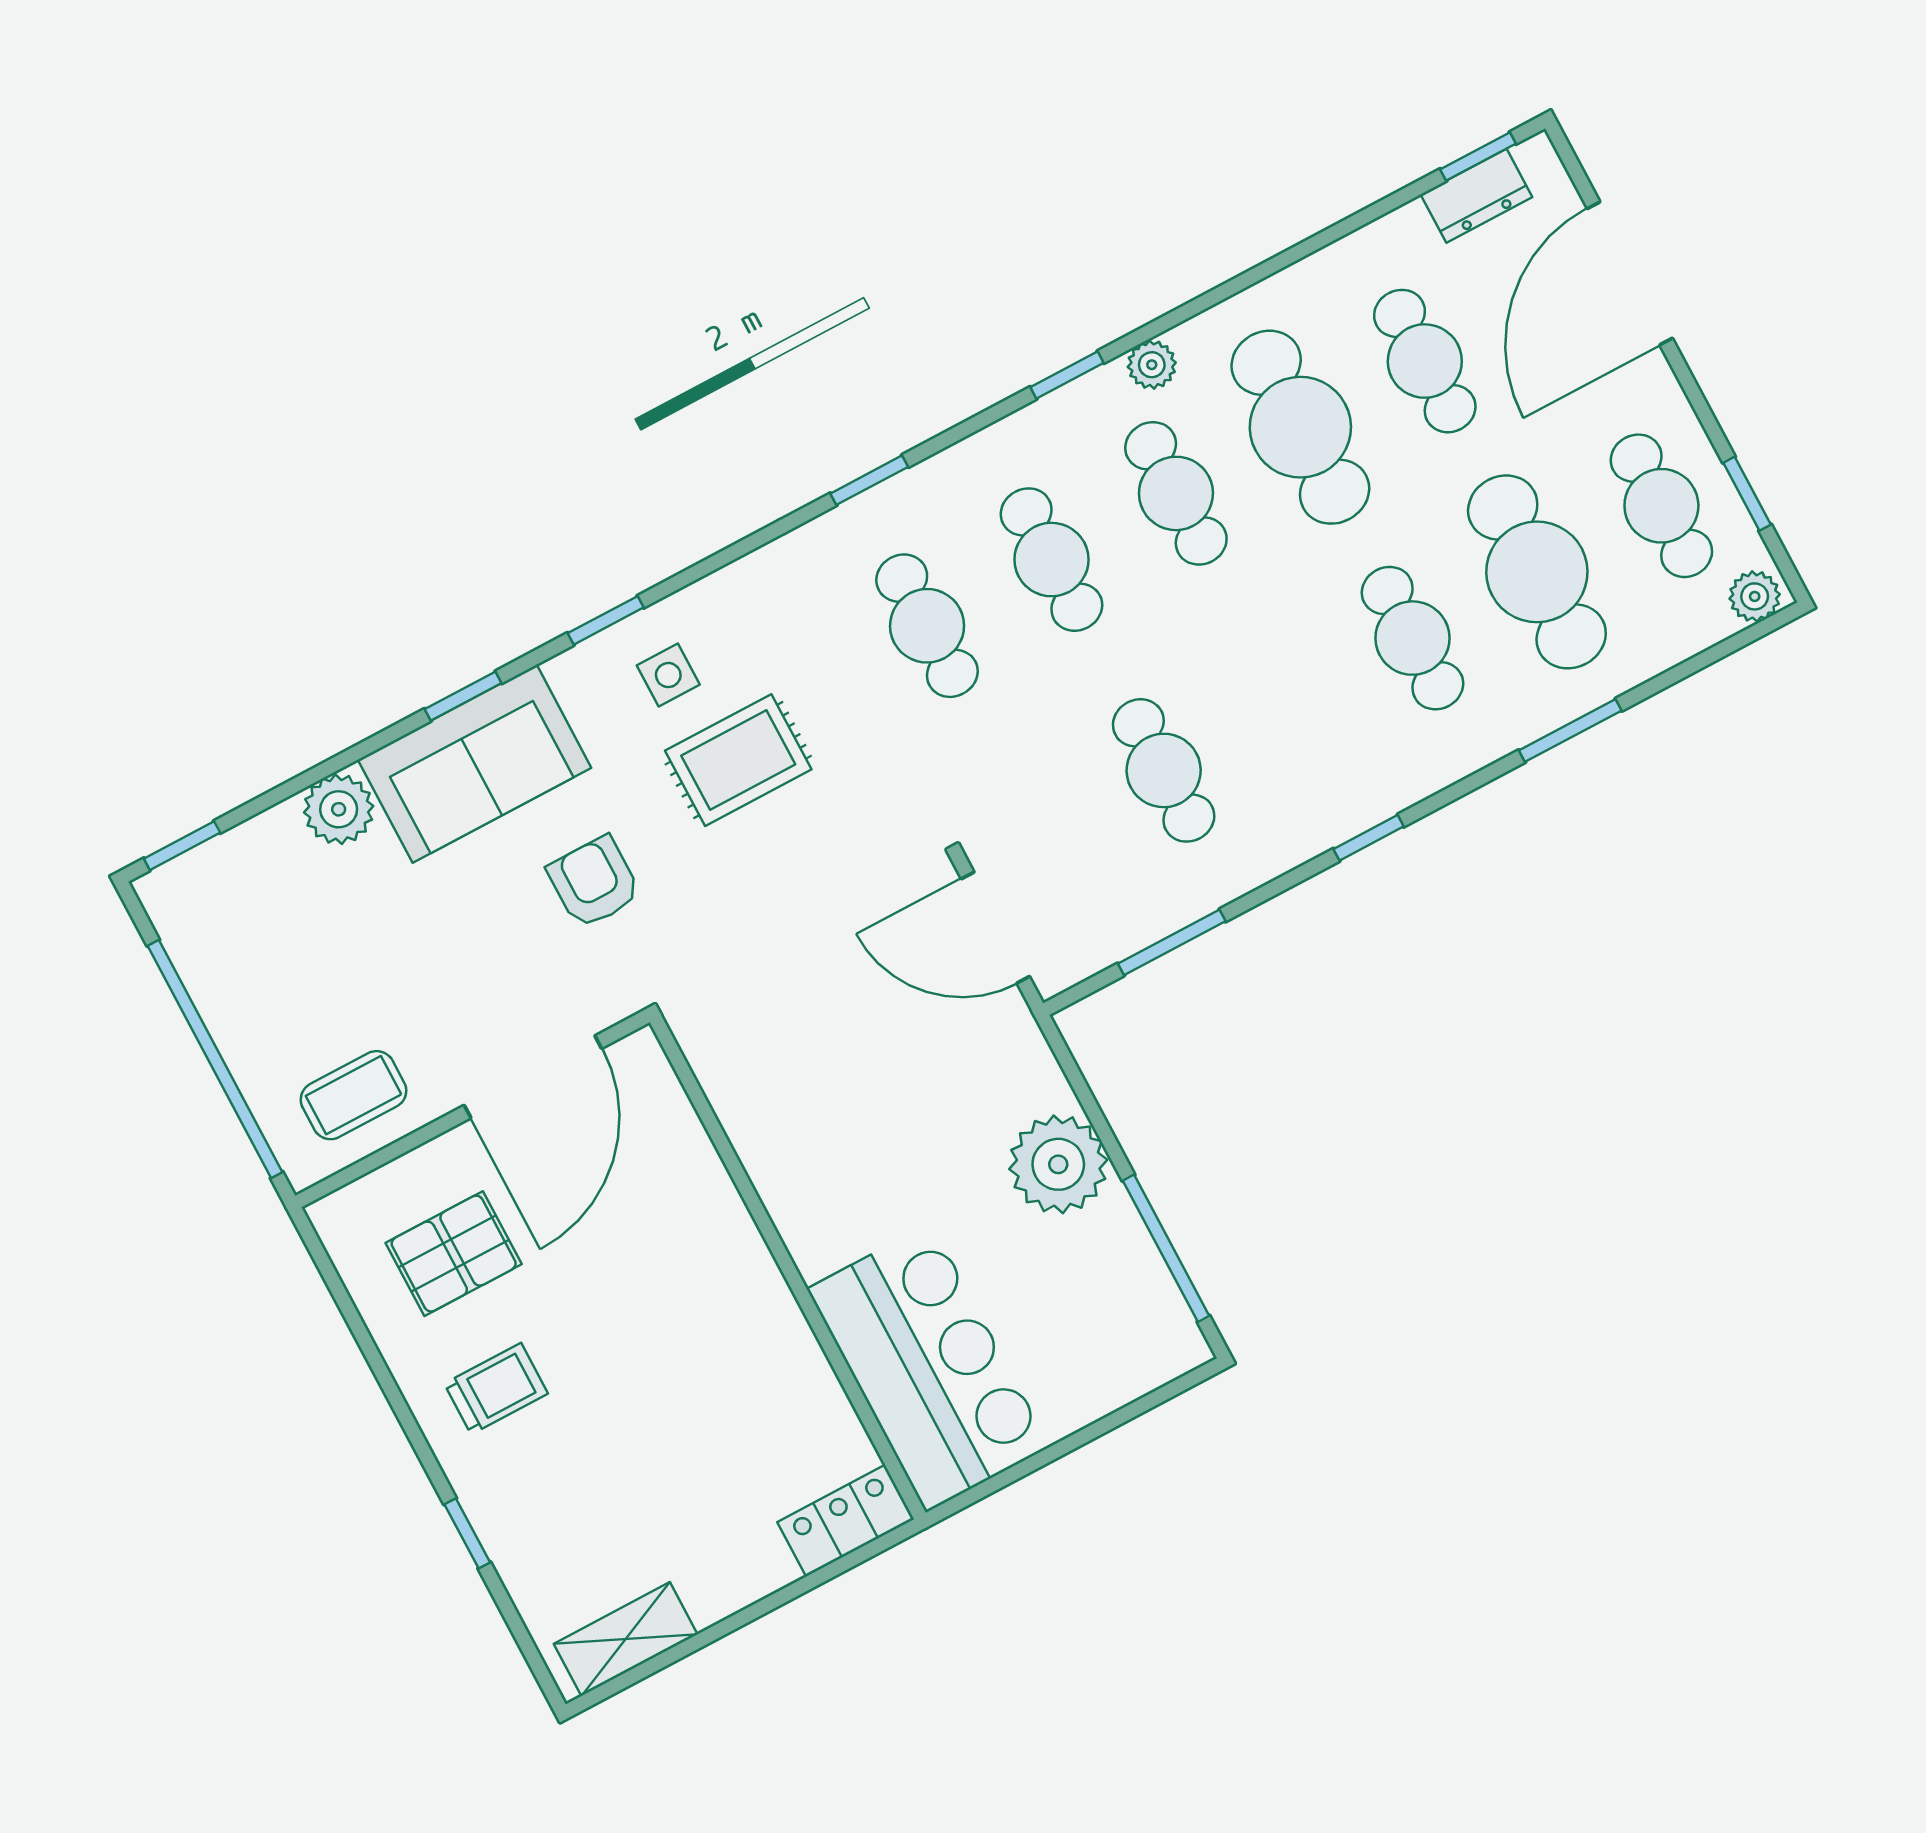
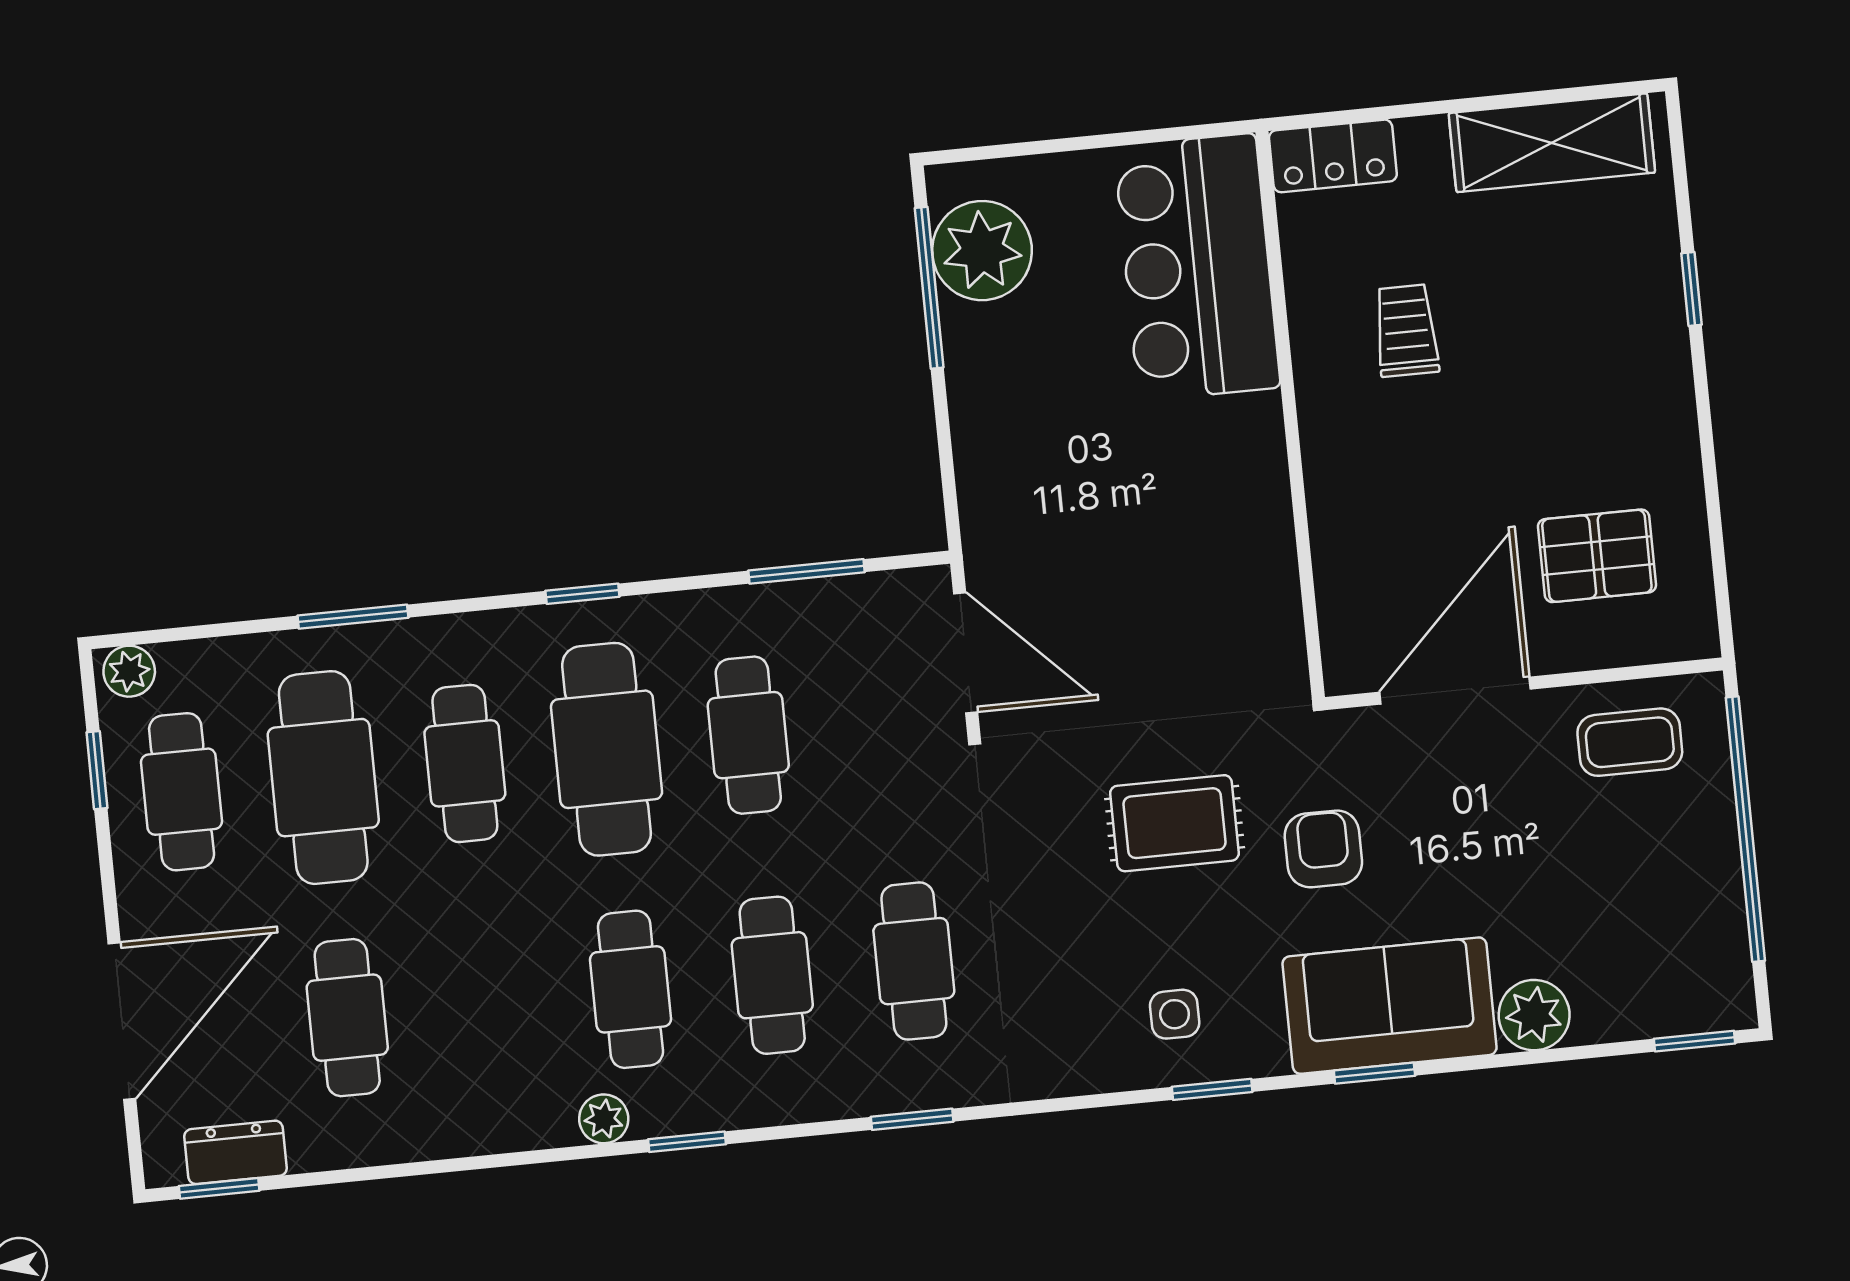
cafe table: (1300, 427) -> (607, 749), moved
rug: (738, 760) -> (1175, 823), moved
armchair: (594, 882) -> (1323, 849), turned 180
plant: (1058, 1164) -> (982, 251), moved
trolley: (496, 1389) -> (1406, 331), moved, turned 90
shelving: (626, 1639) -> (1552, 143), width x1.50, depth x1.33

